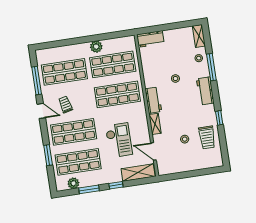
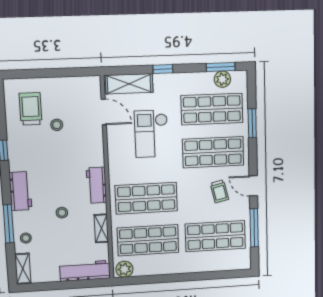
workbench: (150, 39) -> (85, 271), width x1.38
plant: (96, 47) -> (124, 269), moved
shelving: (155, 124) -> (101, 228), moved
trolley: (207, 137) -> (31, 109), moved
window: (89, 189) -> (221, 67), moved

